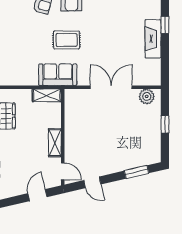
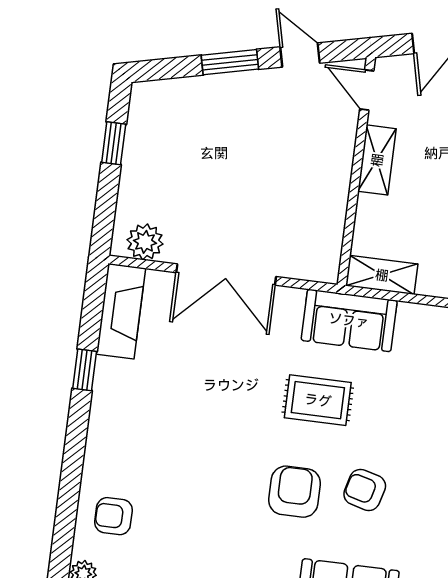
window: (165, 25) -> (85, 370), moved
fireplace: (153, 39) -> (121, 311), moved
window: (165, 124) -> (114, 143), moved
window: (136, 172) -> (230, 62), moved

